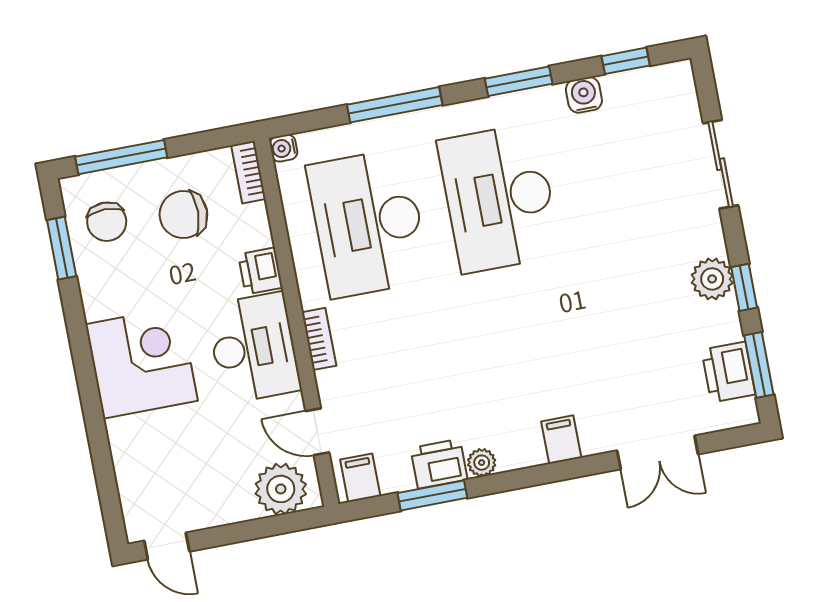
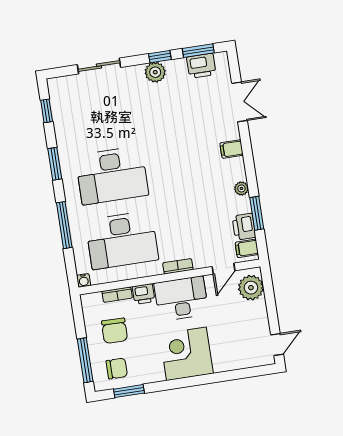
water cooler: (584, 95) -> (63, 132), removed
bookcase: (248, 172) -> (117, 295), moved
printer: (439, 464) -> (244, 227), moved

